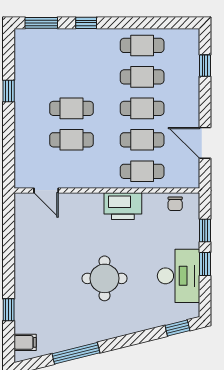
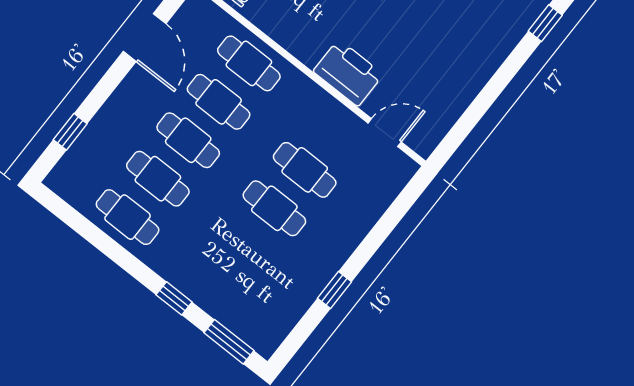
door: (46, 190) -> (385, 133), hinge flipped
printer: (123, 206) -> (348, 73), moved

